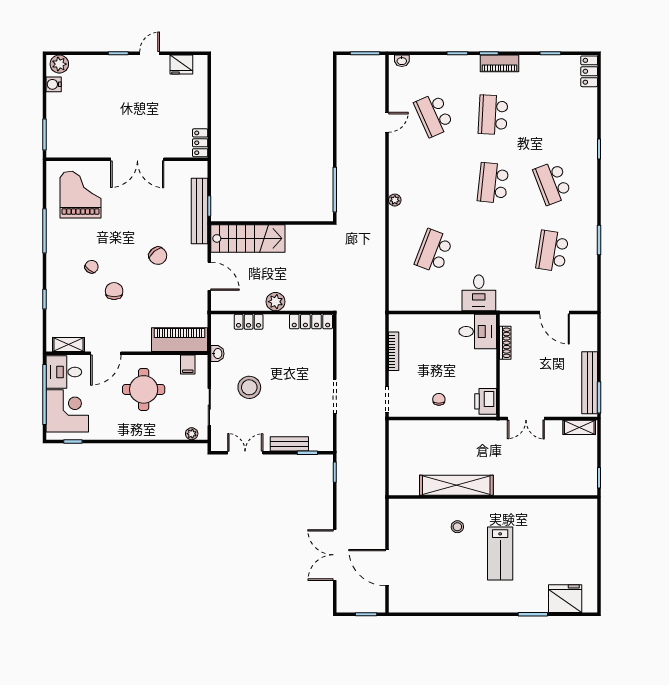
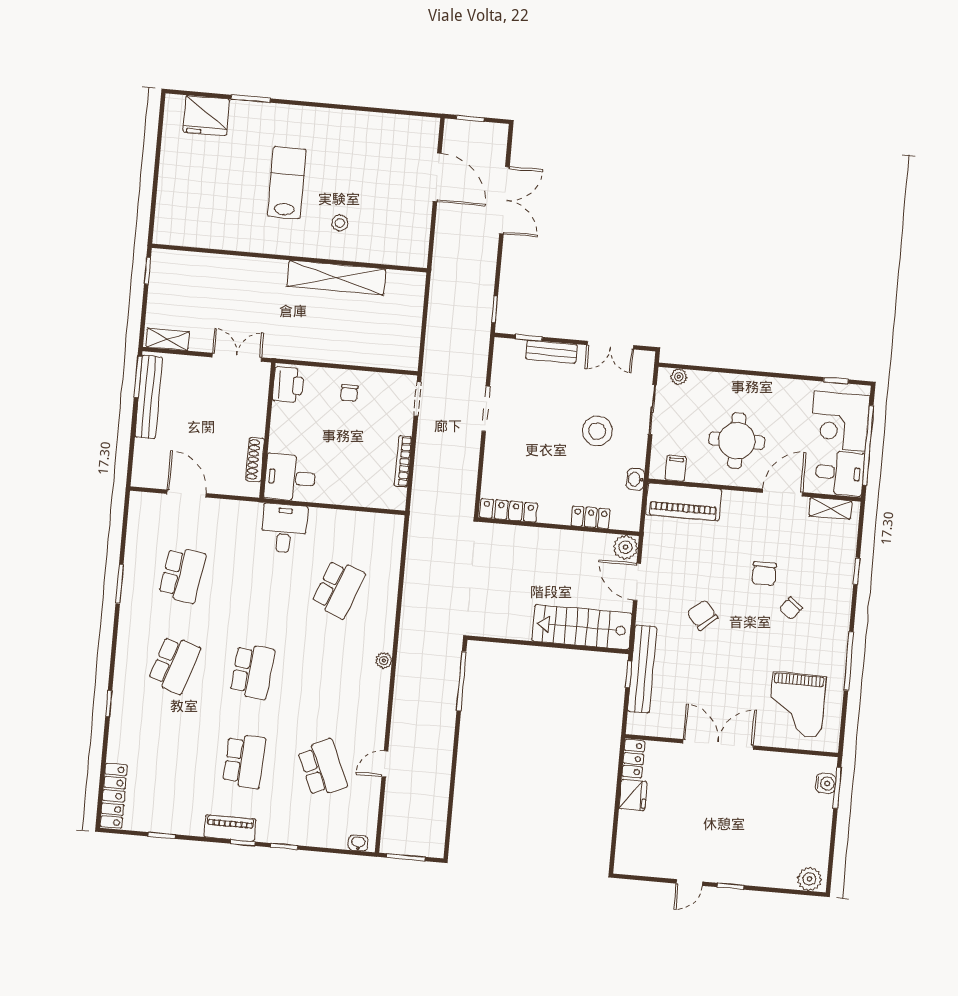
fridge: (181, 65) -> (633, 795), moved, turned 90
locker: (589, 71) -> (114, 796), width x1.53
water cooler: (54, 84) -> (826, 783), moved
school desk: (552, 183) -> (174, 664), turned 39
plant: (276, 302) -> (626, 547), moved

